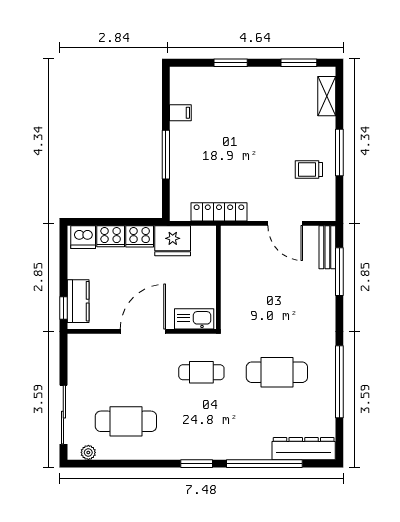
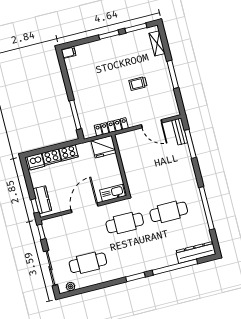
window: (231, 63) -> (109, 35), moved
filing cabinet: (180, 113) -> (68, 52), moved
window: (166, 155) -> (75, 115), moved
trolley: (309, 169) -> (138, 83), moved
fridge: (173, 241) -> (104, 147), moved
window: (63, 353) -> (41, 232), added
cafe table: (201, 372) -> (125, 223), width x1.37, depth x1.35

